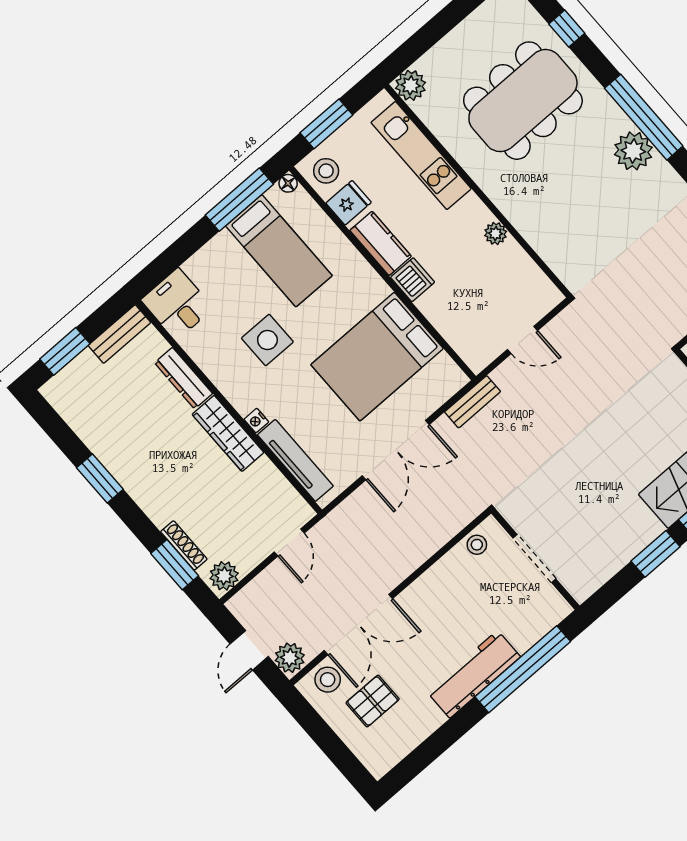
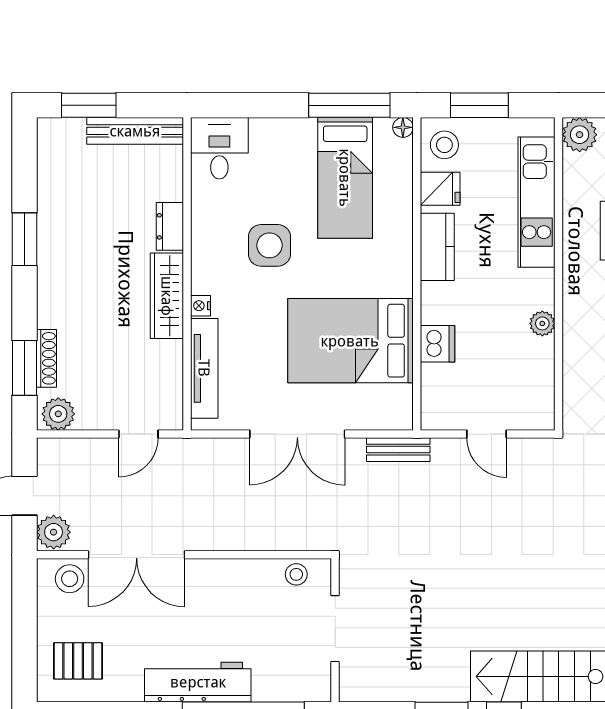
dishwasher: (413, 280) -> (437, 344), moved
bench: (119, 334) -> (135, 131), width x1.36
dresser: (184, 378) -> (170, 226), width x0.70
pallet: (373, 701) -> (78, 661), moved

